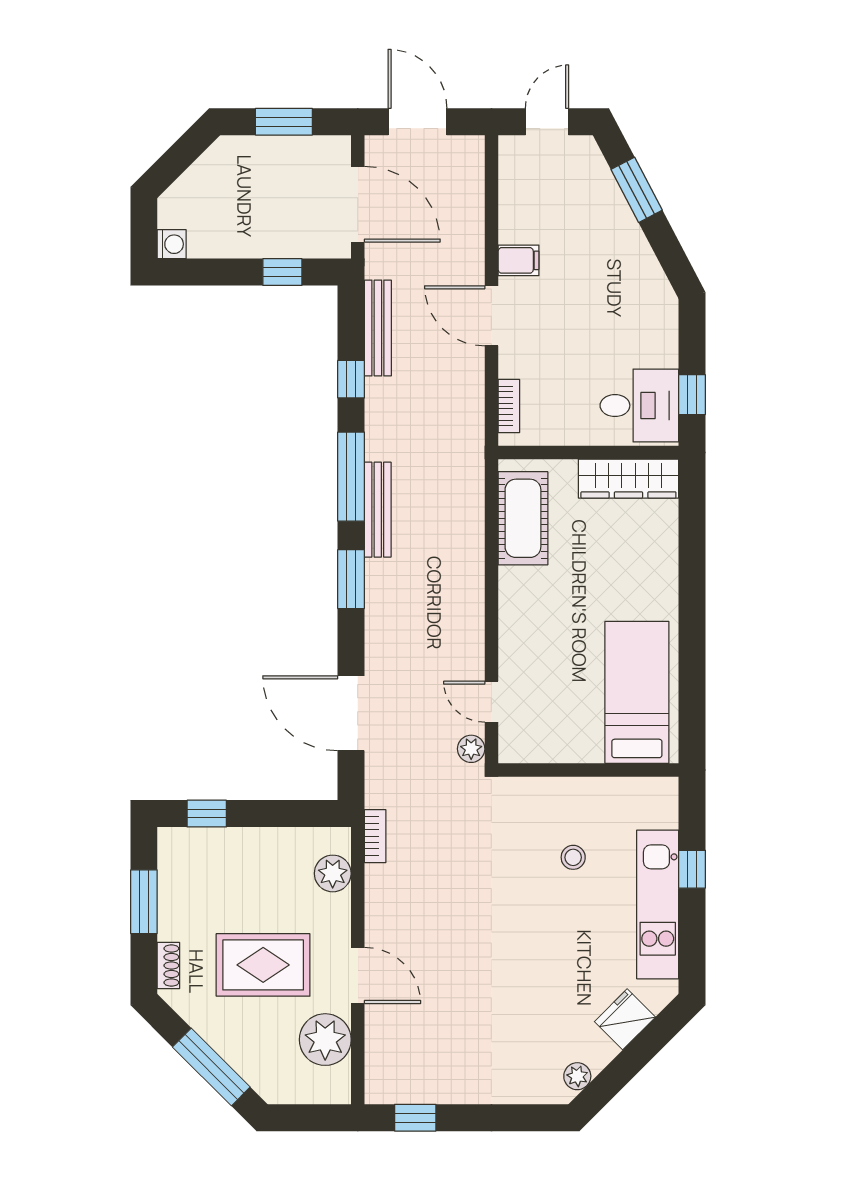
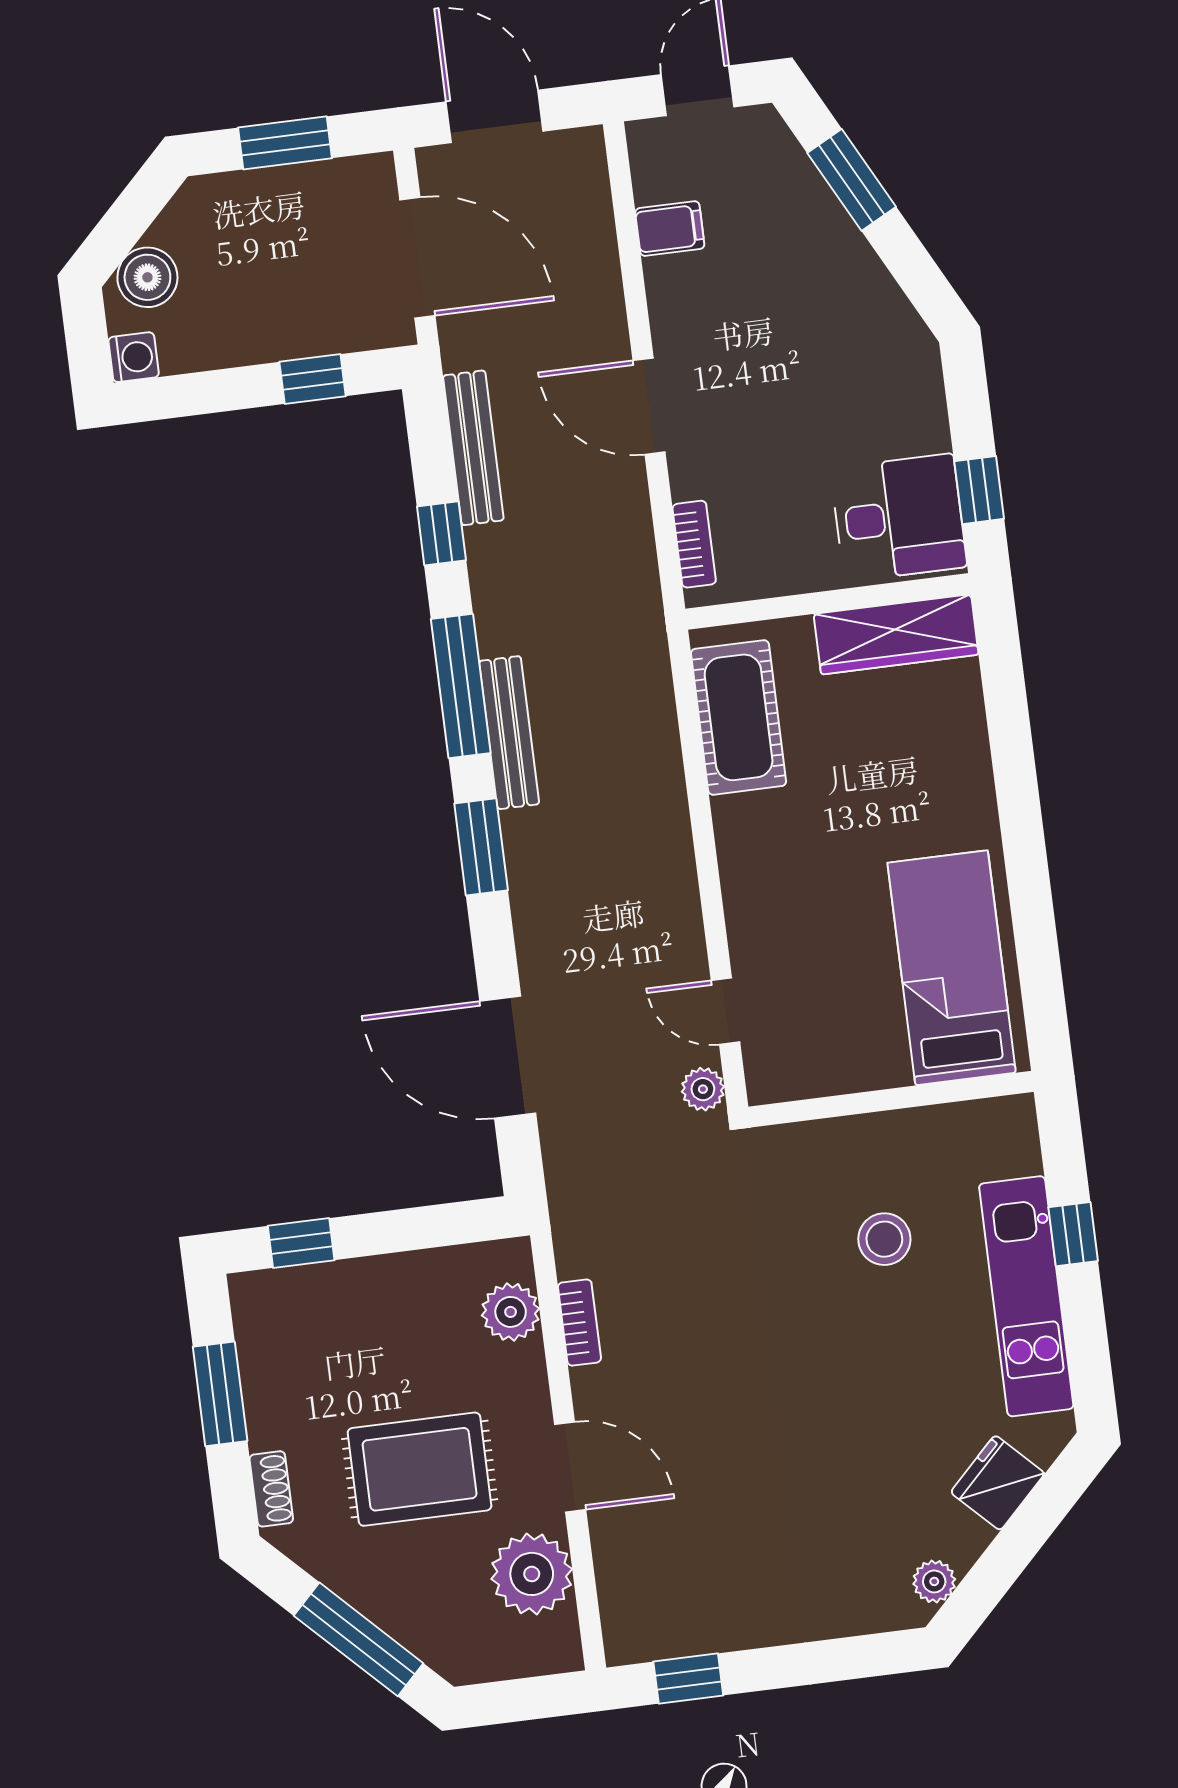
boiler: (187, 195) -> (147, 277), added
filing cabinet: (519, 260) -> (670, 229), moved
bookcase: (375, 836) -> (579, 1323), moved
stool: (573, 857) -> (884, 1239), width x1.37, depth x1.37

